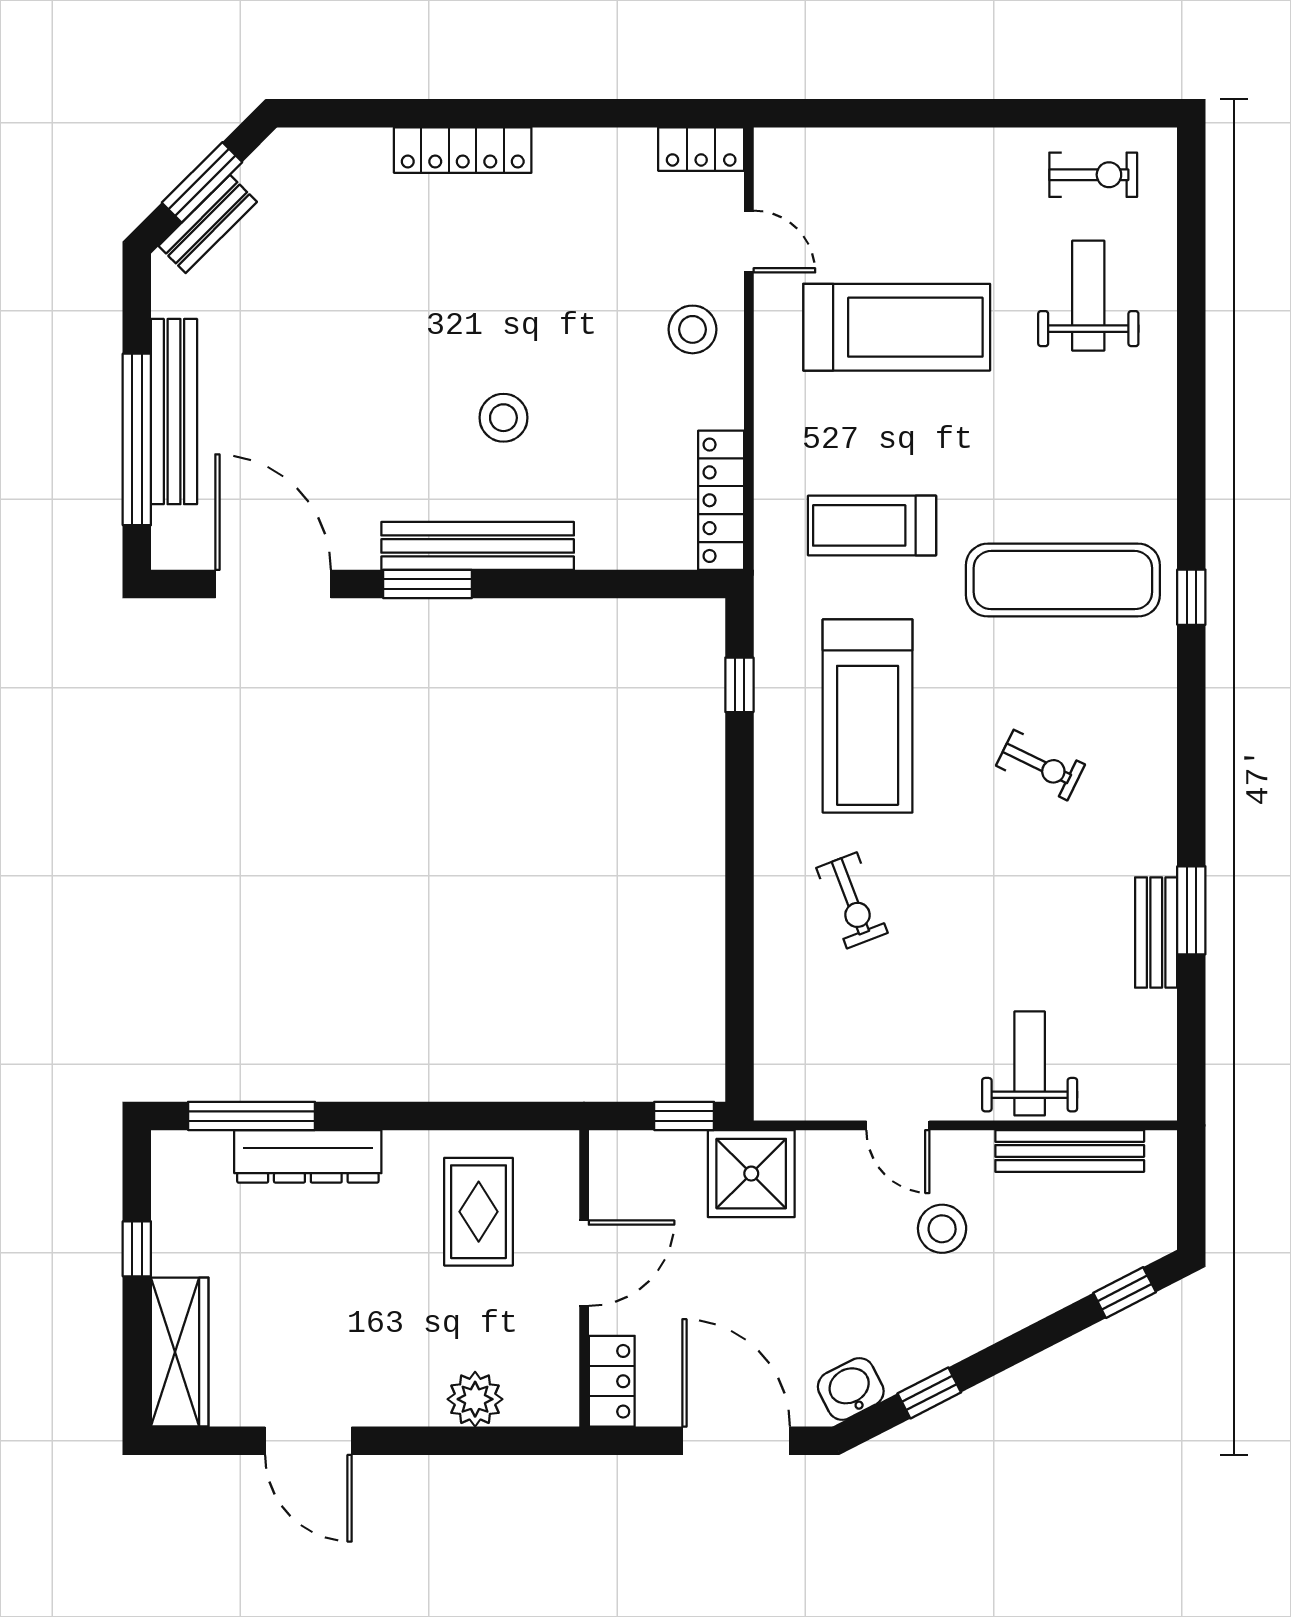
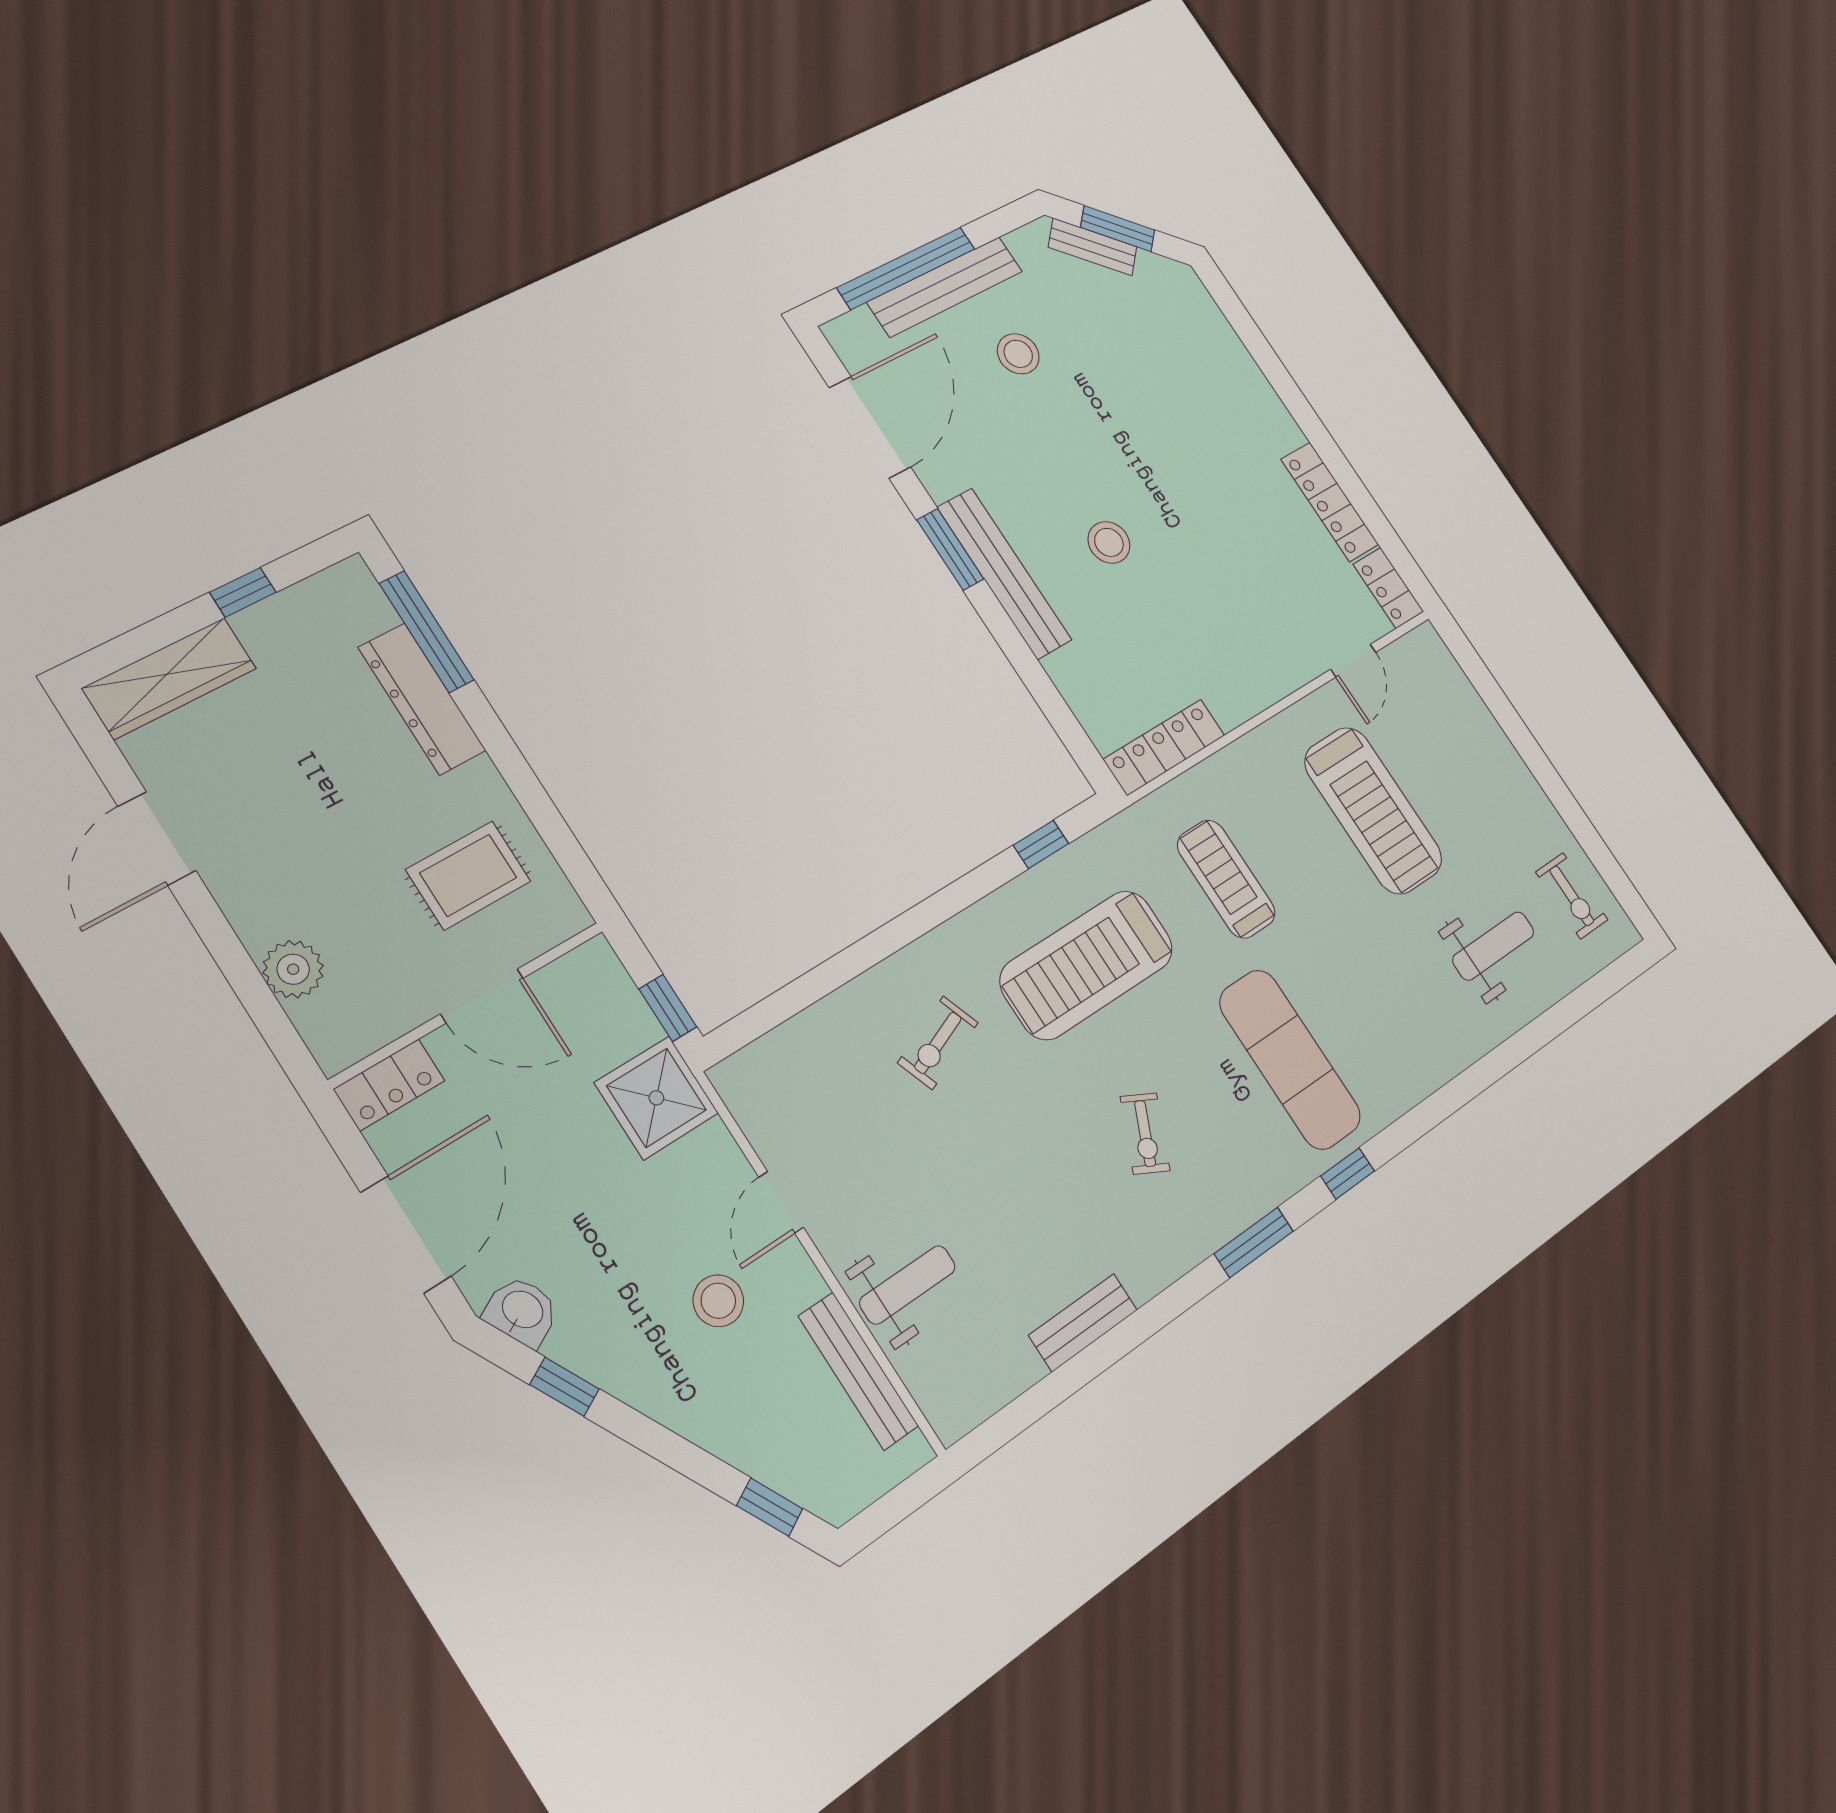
locker: (463, 150) -> (1330, 502), moved
stool: (693, 329) -> (1018, 354), moved
window: (1191, 910) -> (1254, 1242), moved

